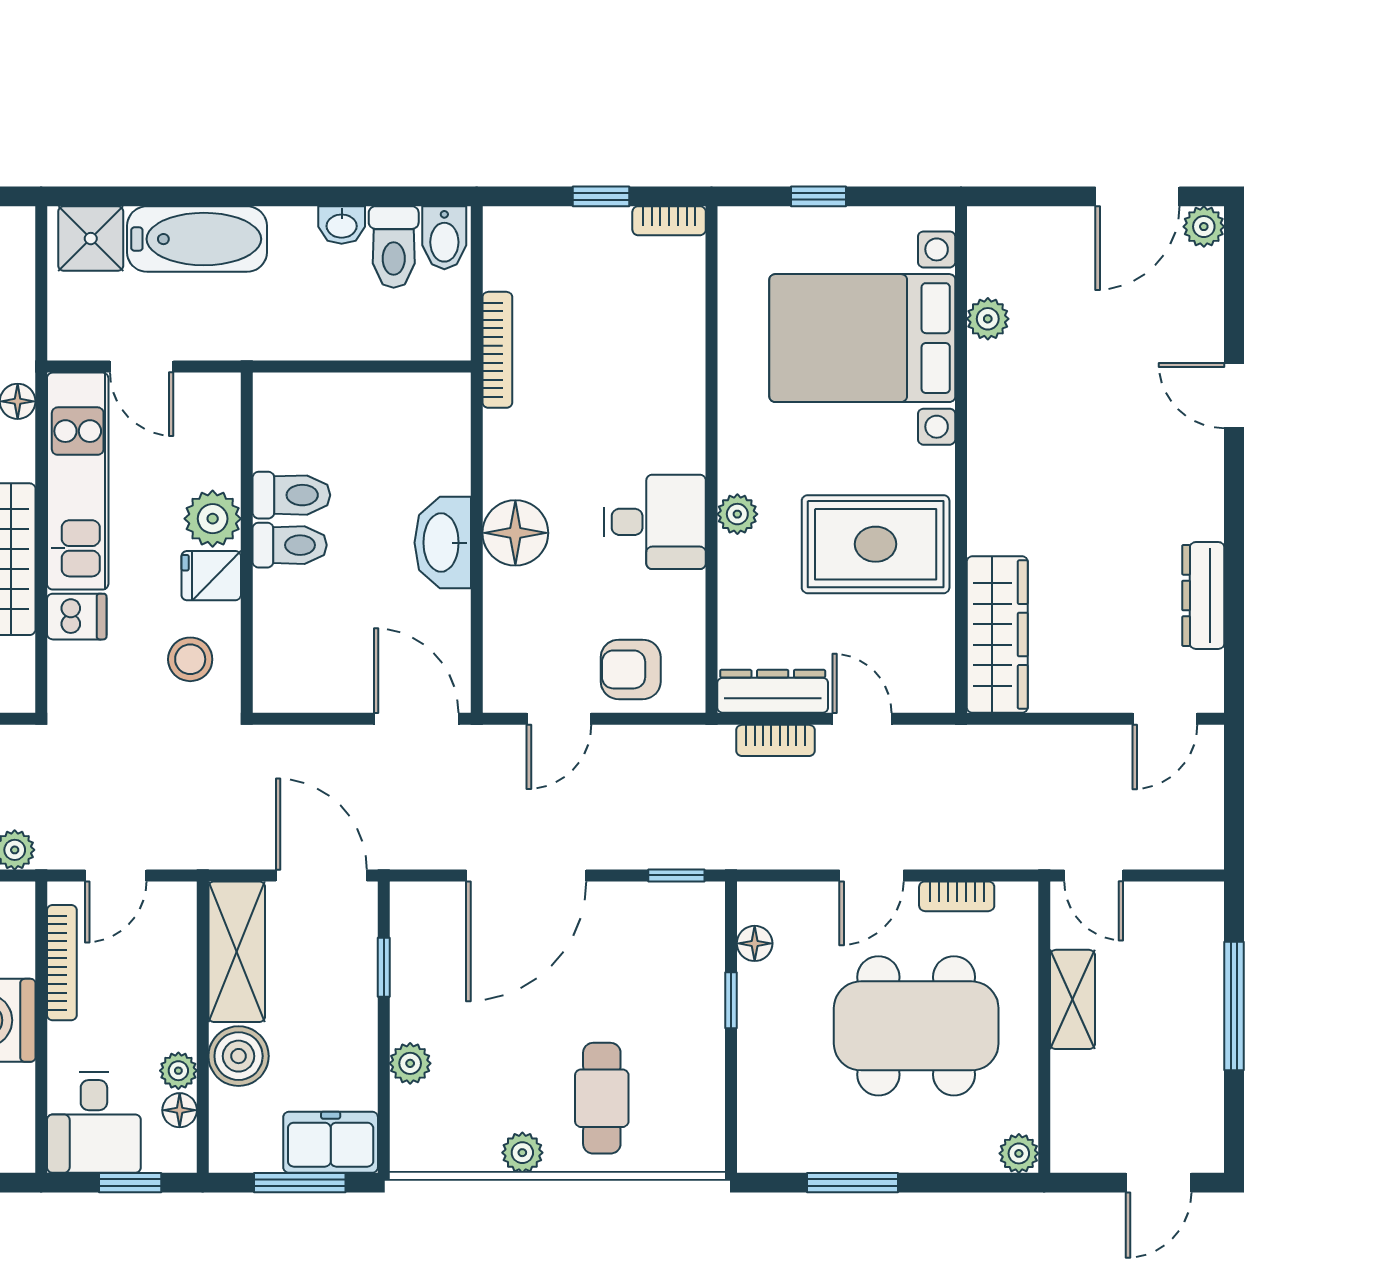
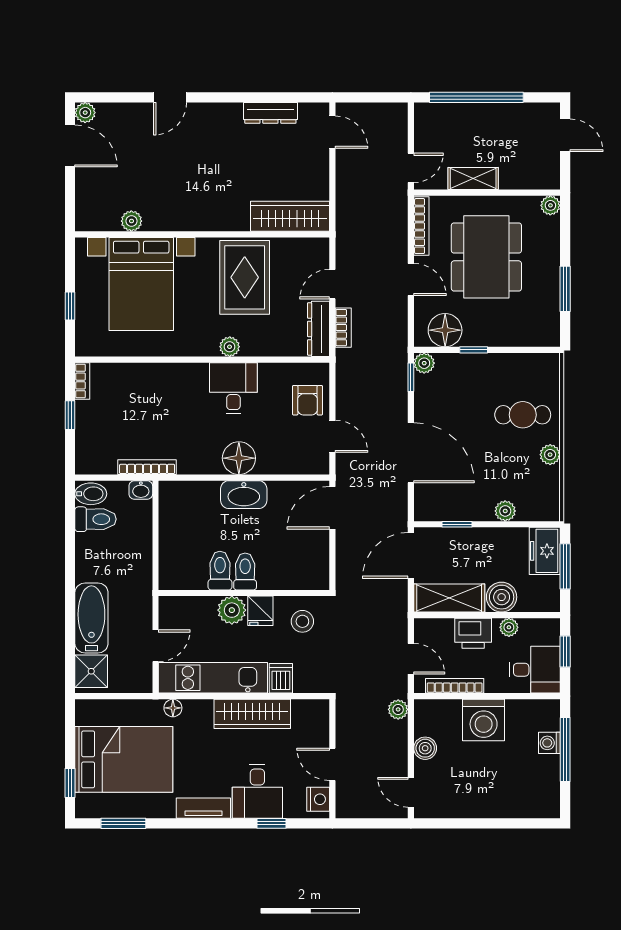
washbasin: (342, 225) -> (141, 490), moved, turned 90
bookcase: (957, 896) -> (421, 226), width x1.56
plant: (705, 902) -> (424, 363), added
floor lamp: (755, 943) -> (445, 330), width x1.89, depth x1.89
printer: (167, 1000) -> (473, 633), added
window: (1234, 1006) -> (476, 97), width x1.46
floor lamp: (180, 1110) -> (529, 627), removed

